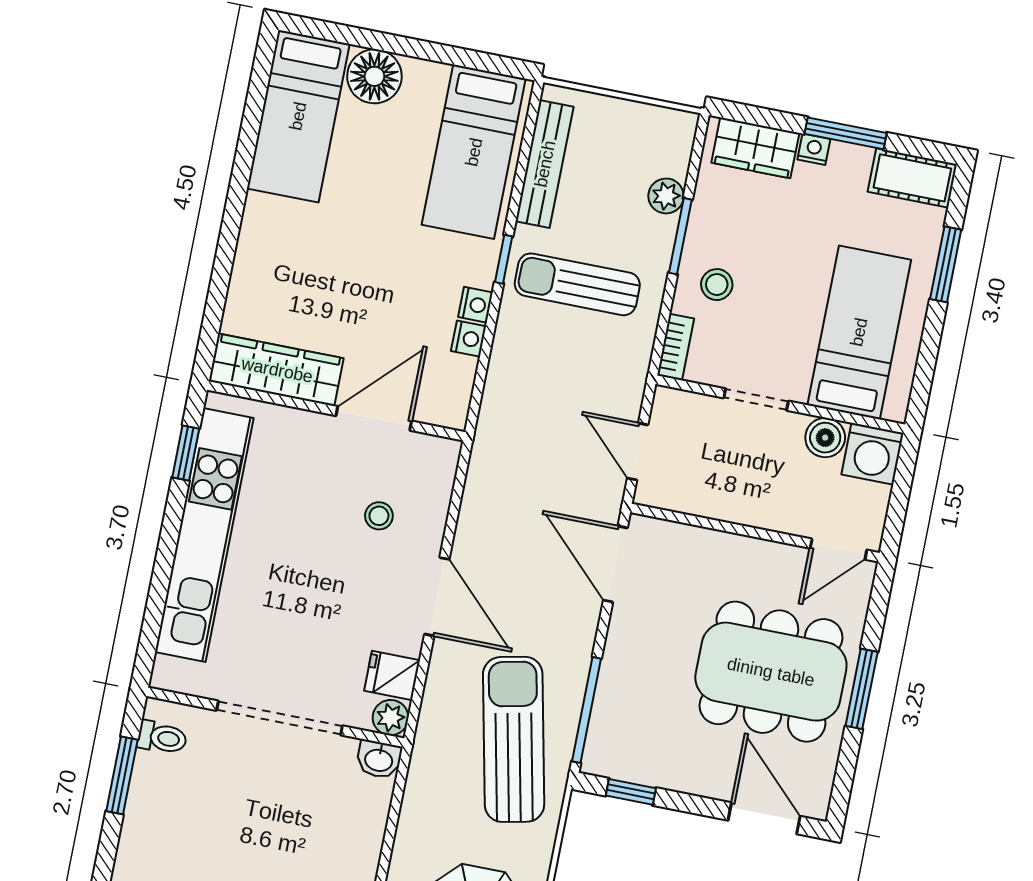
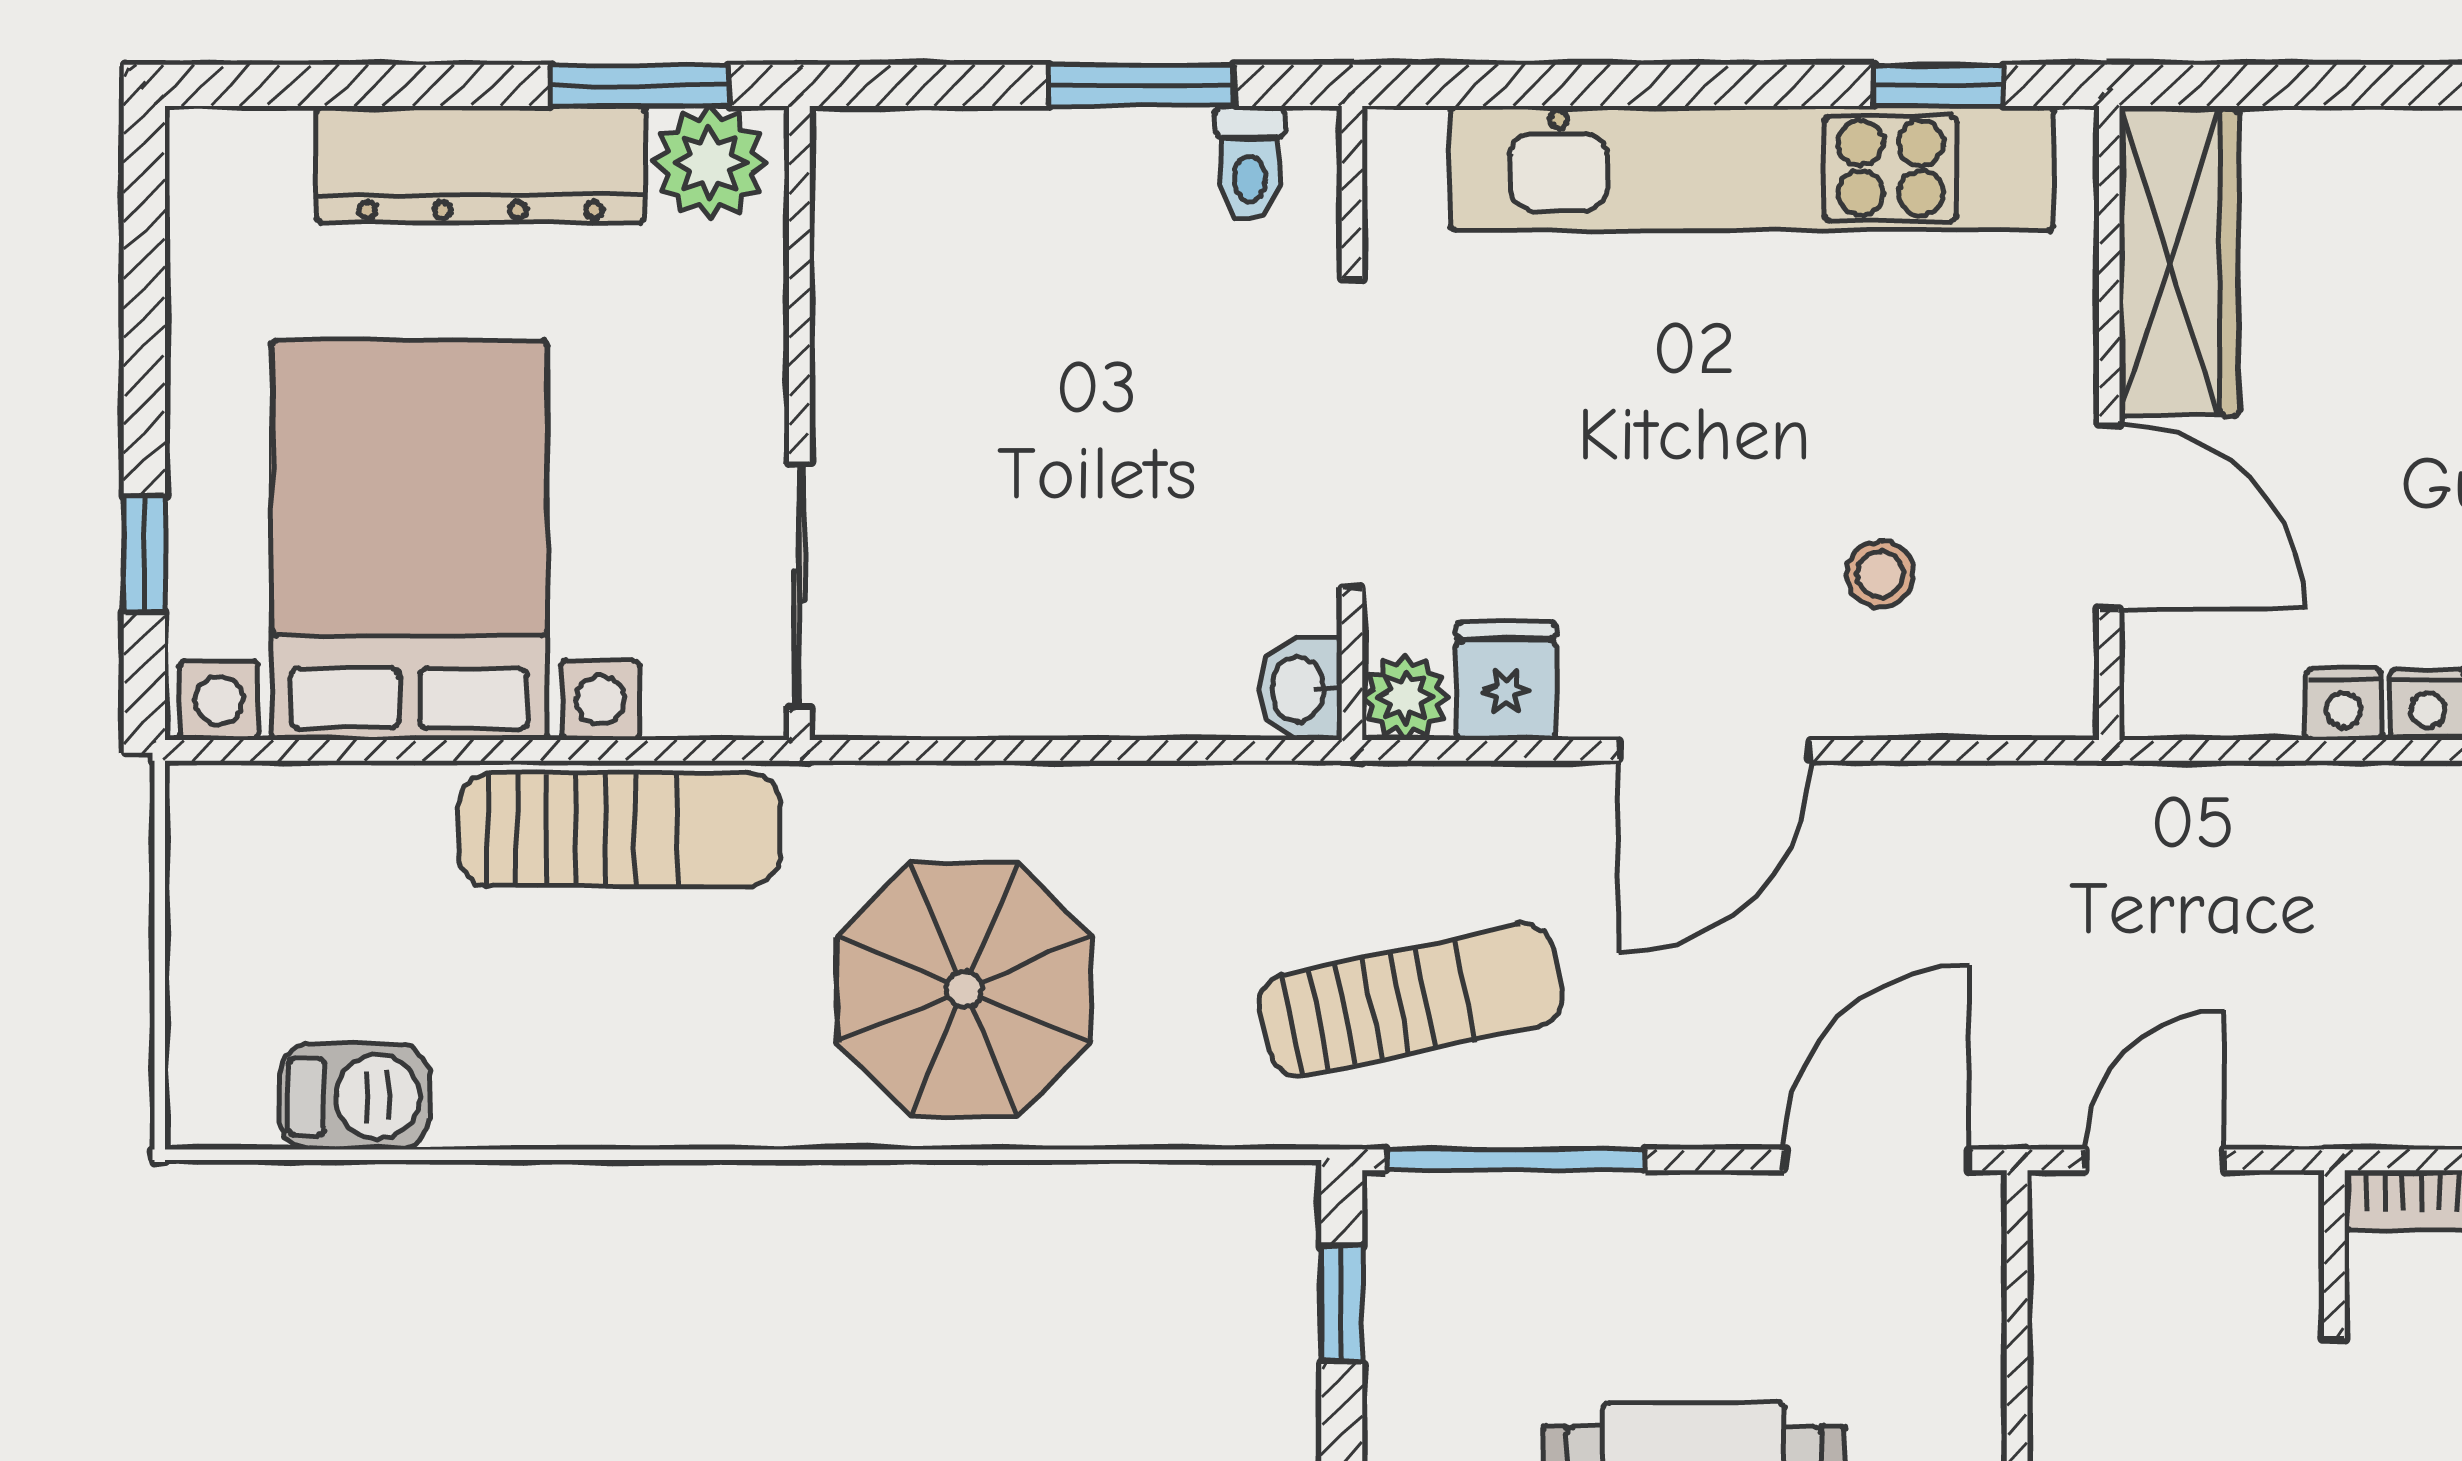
sun lounger: (514, 739) -> (1411, 1000), width x0.73, depth x0.75

